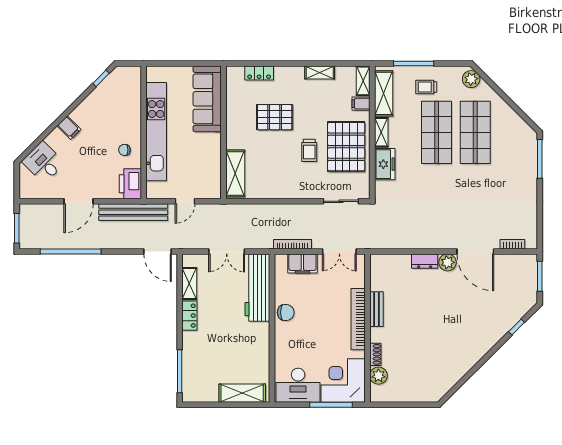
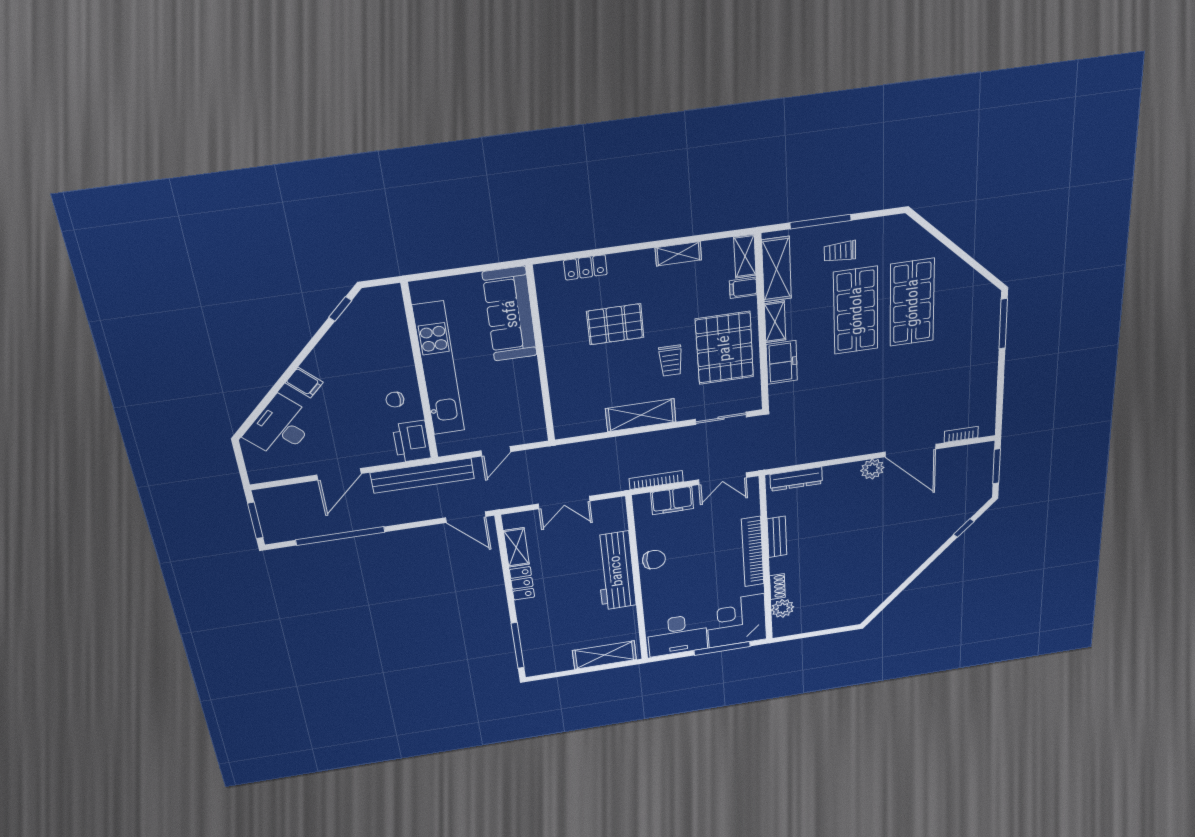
plant: (471, 79) -> (907, 231), removed
desk: (44, 162) -> (280, 427), width x1.37
shelving: (235, 173) -> (641, 415), moved, turned 90
dresser: (425, 261) -> (796, 479), moved, width x1.44
workbench: (257, 288) -> (616, 571), moved

